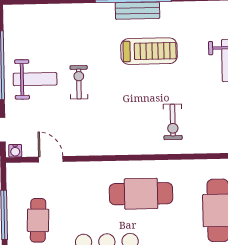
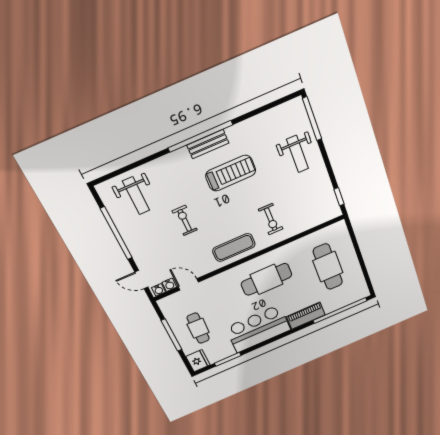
weight bench: (35, 79) -> (136, 196), moved, turned 90
exercise mat: (119, 137) -> (234, 248), added
water cooler: (30, 150) -> (169, 285), added

